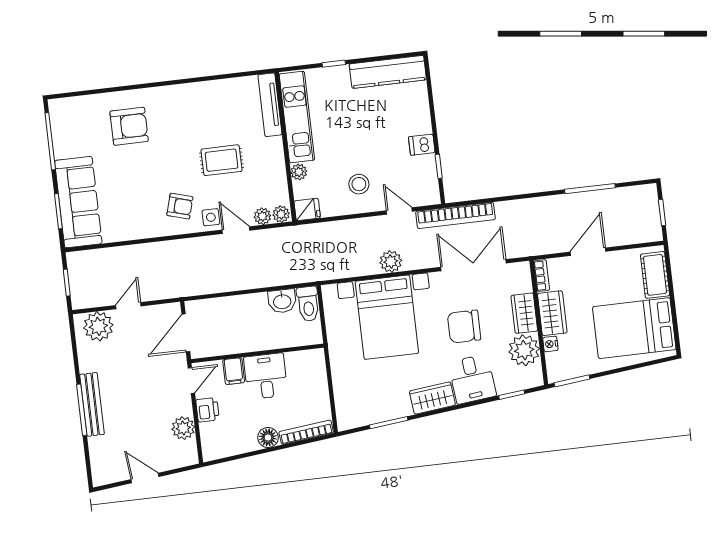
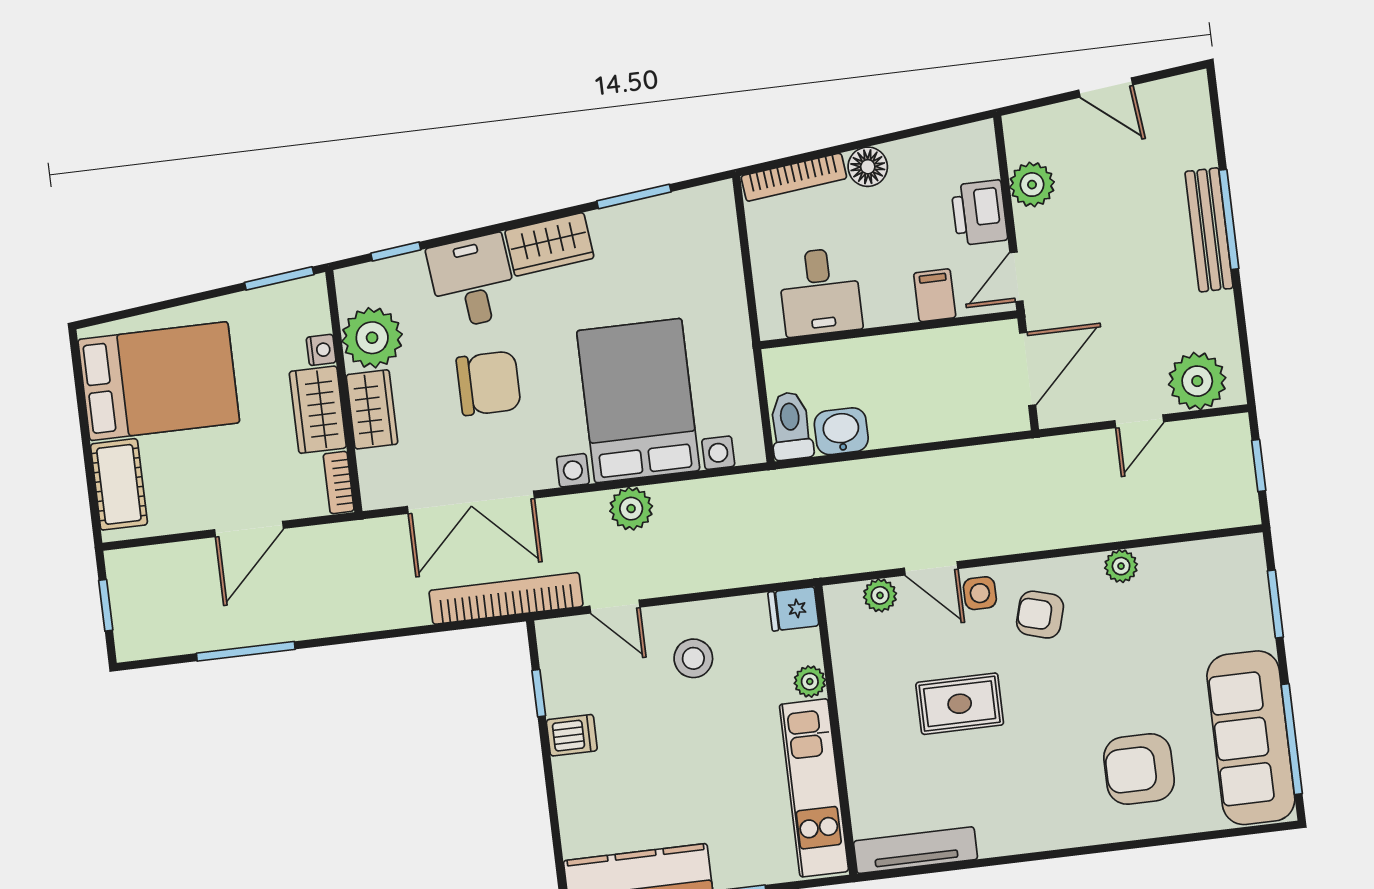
tv unit: (270, 105) -> (916, 850), moved, turned -90
sofa: (78, 202) -> (1251, 738), moved
plant: (281, 214) -> (1121, 566), moved
desk: (266, 376) -> (820, 292), moved
printer: (208, 410) -> (979, 213), width x1.36, depth x1.24

